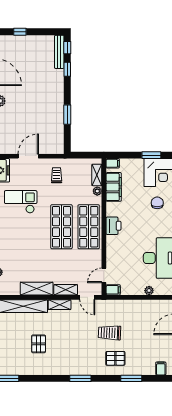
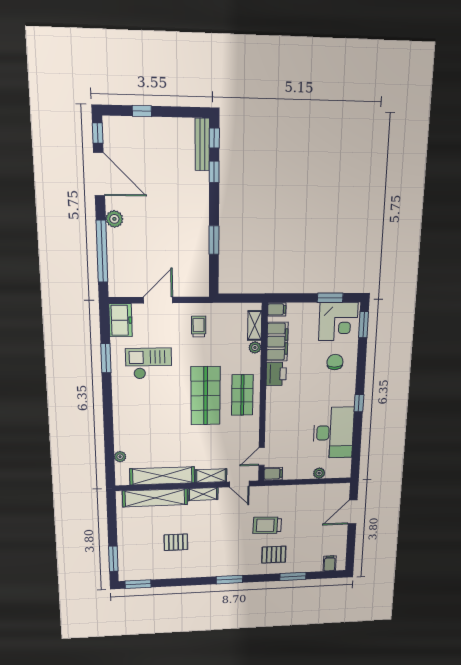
printer: (113, 226) -> (276, 374), moved
shop shelf: (89, 227) -> (242, 395), width x0.70, depth x0.74
shelving: (37, 289) -> (162, 476), width x1.47
pallet: (39, 344) -> (176, 542), turned 90

